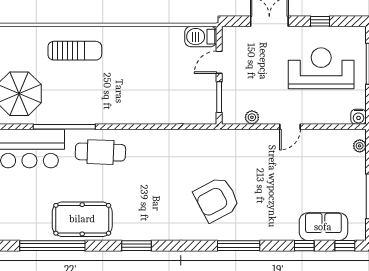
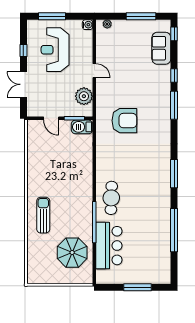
barbecue: (201, 37) -> (82, 127), moved, turned 90
plant: (252, 117) -> (84, 96), width x1.88, depth x1.88
armchair: (217, 199) -> (124, 121), moved, turned -62
pool table: (82, 219) -> (156, 210), removed
window: (137, 246) -> (174, 174), width x1.44
window: (304, 246) -> (174, 75), moved

